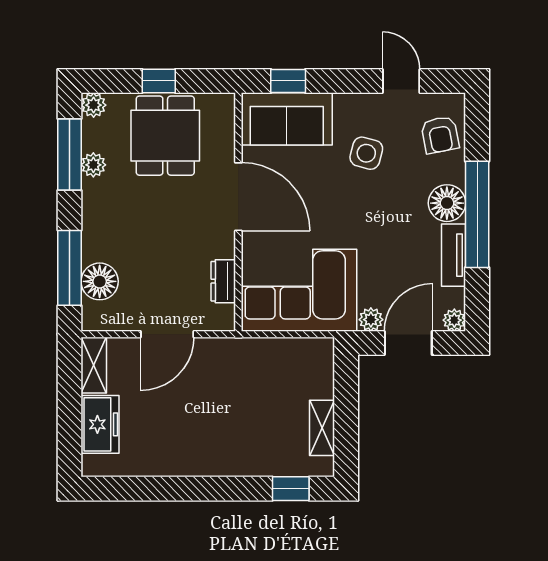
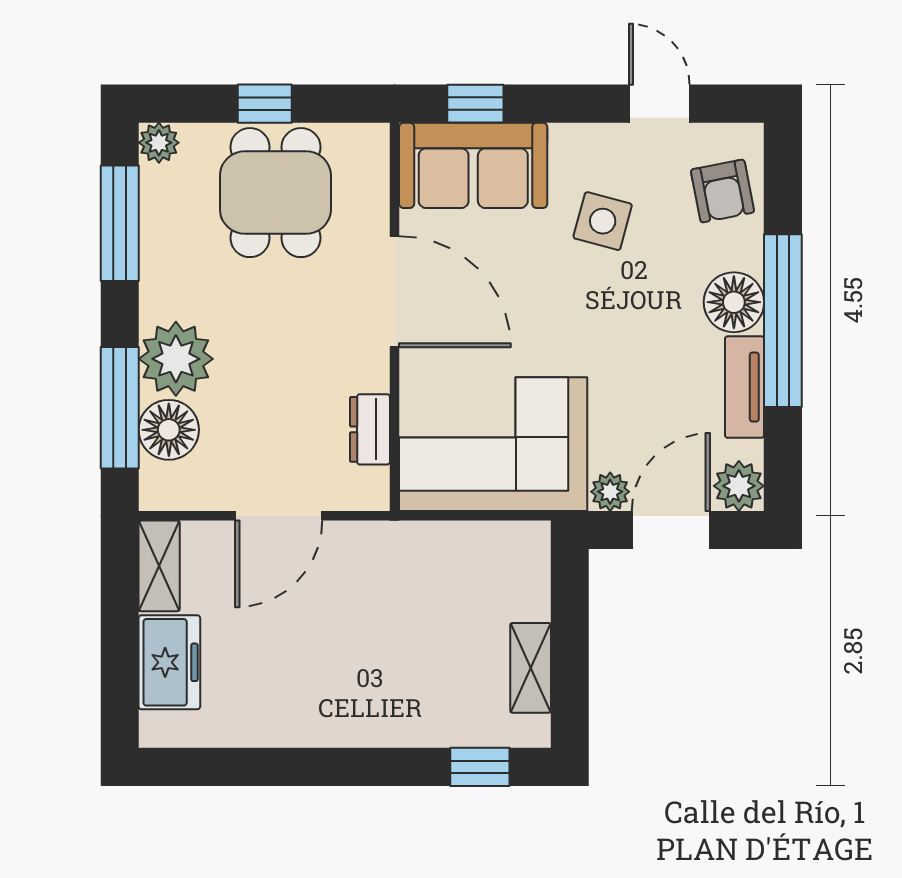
plant: (93, 165) -> (176, 359), moved, width x1.87, depth x1.87
plant: (454, 320) -> (739, 486), width x1.38, depth x1.38

